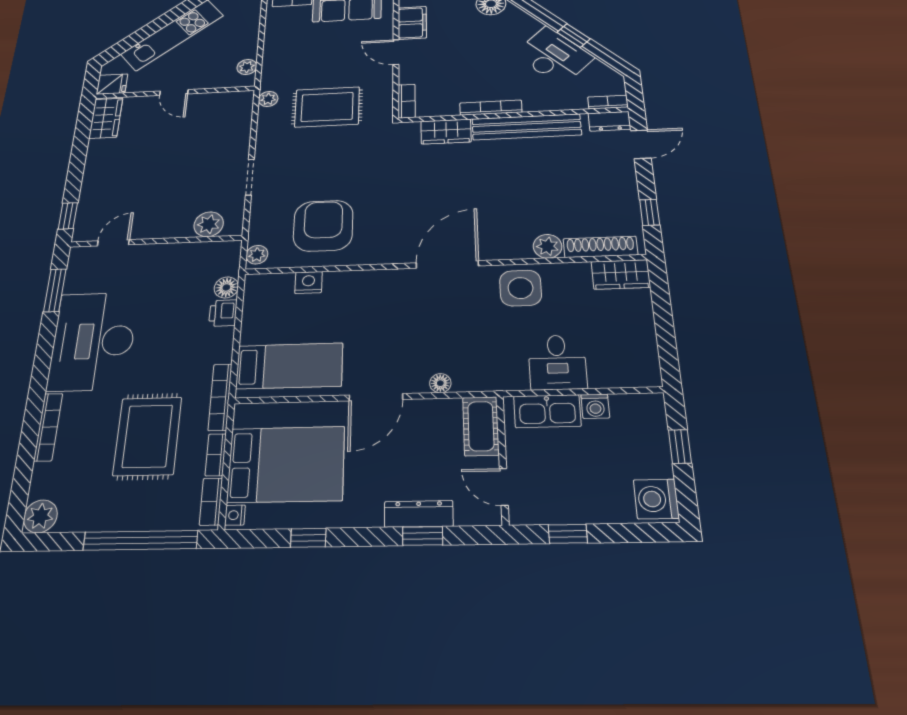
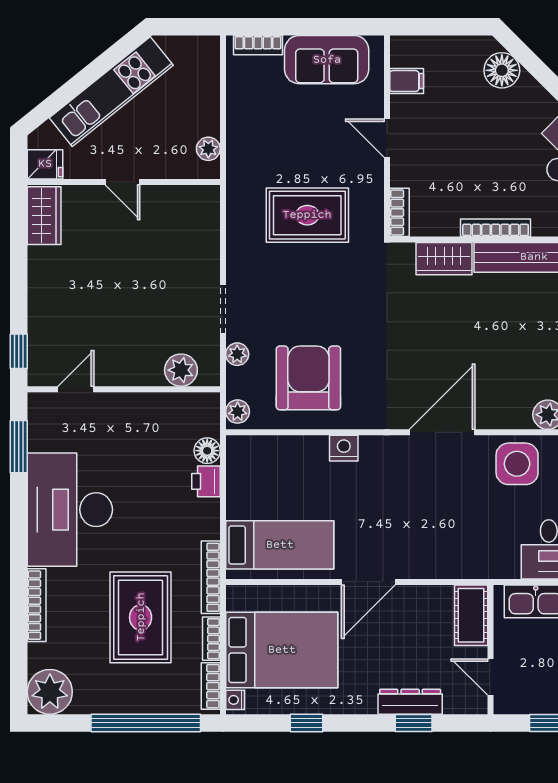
filing cabinet: (412, 23) -> (407, 81), width x0.50
plant: (268, 99) -> (237, 354), moved
nightstand: (308, 282) -> (344, 448), moved
floor lamp: (440, 383) -> (433, 569), removed
plant: (40, 516) -> (50, 692), width x1.36, depth x1.36

